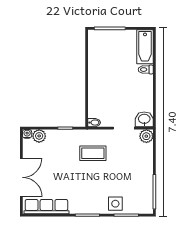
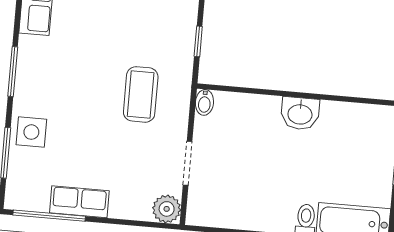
washbasin: (144, 119) -> (300, 114), moved, turned 90
row of seats: (146, 178) -> (79, 202), added

